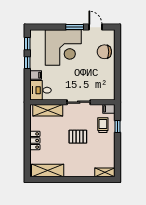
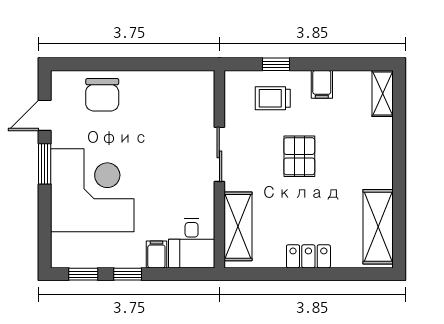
filing cabinet: (109, 109) -> (322, 84), moved

